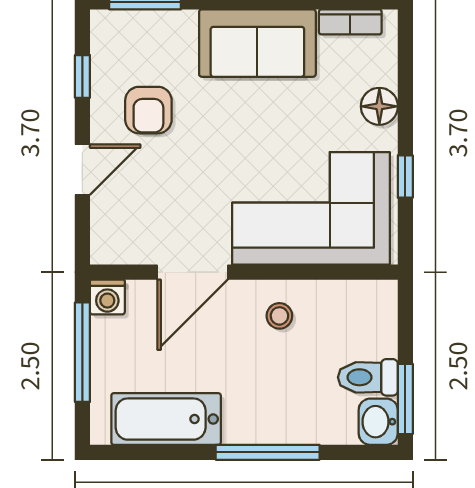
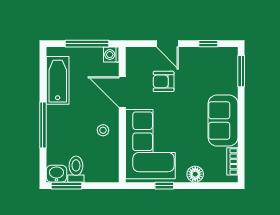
armchair: (148, 110) -> (164, 81), moved

